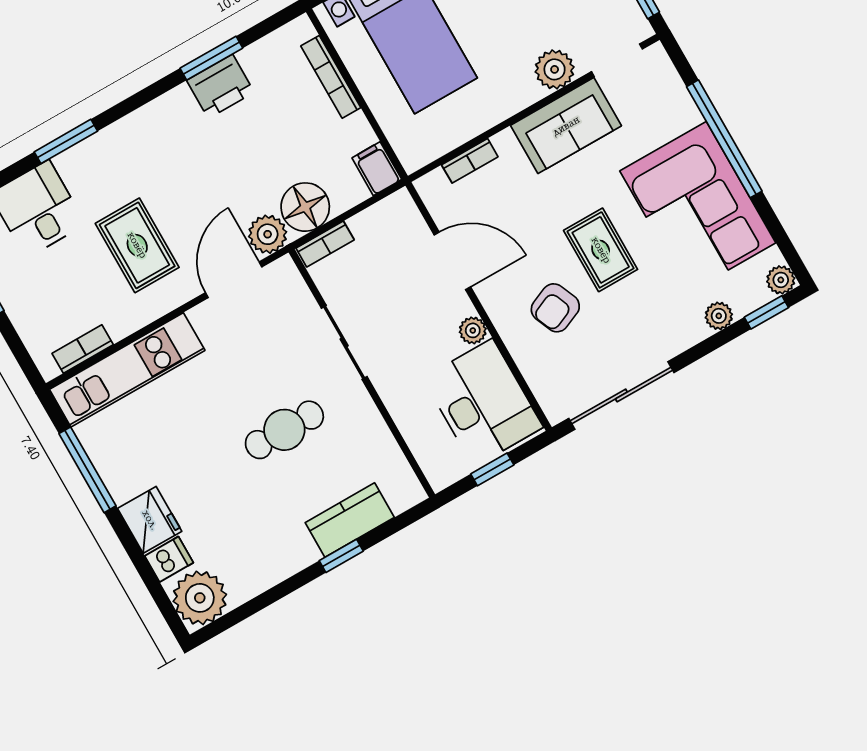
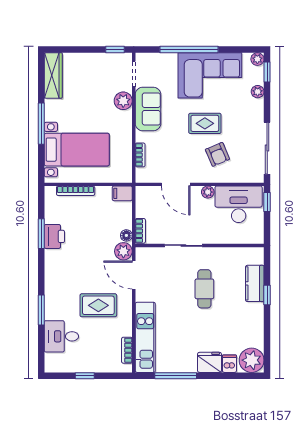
floor lamp: (305, 207) -> (126, 235), width x0.53, depth x0.53
door: (452, 261) -> (176, 184), swing flipped
window: (492, 469) -> (267, 202), moved

